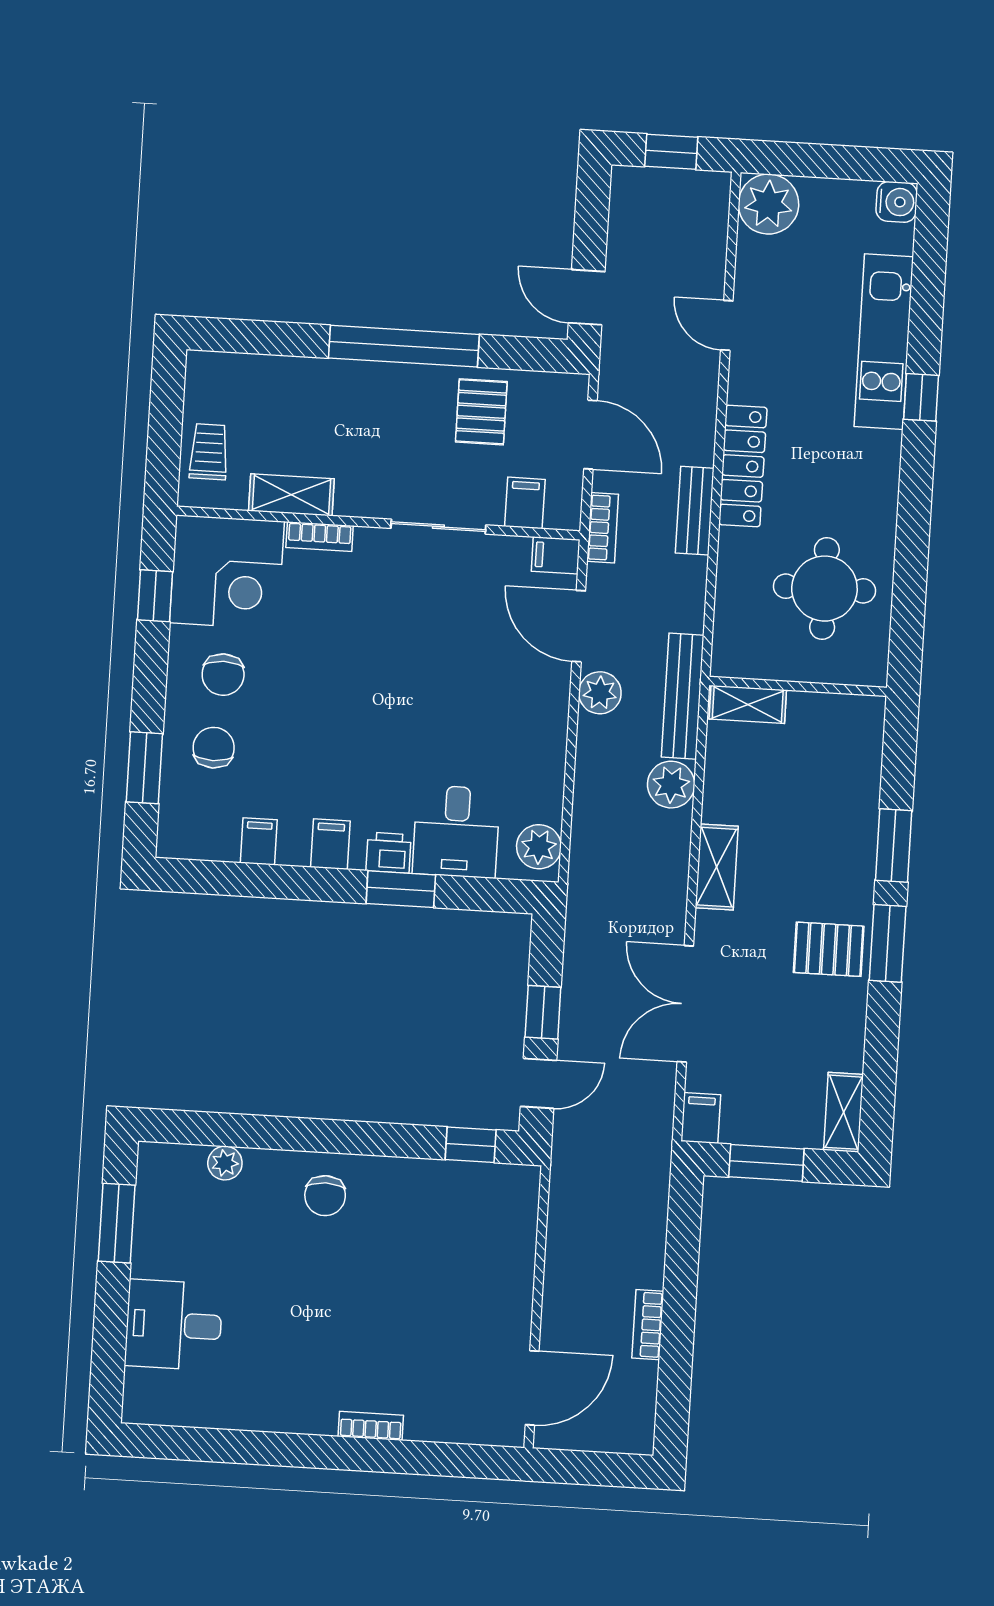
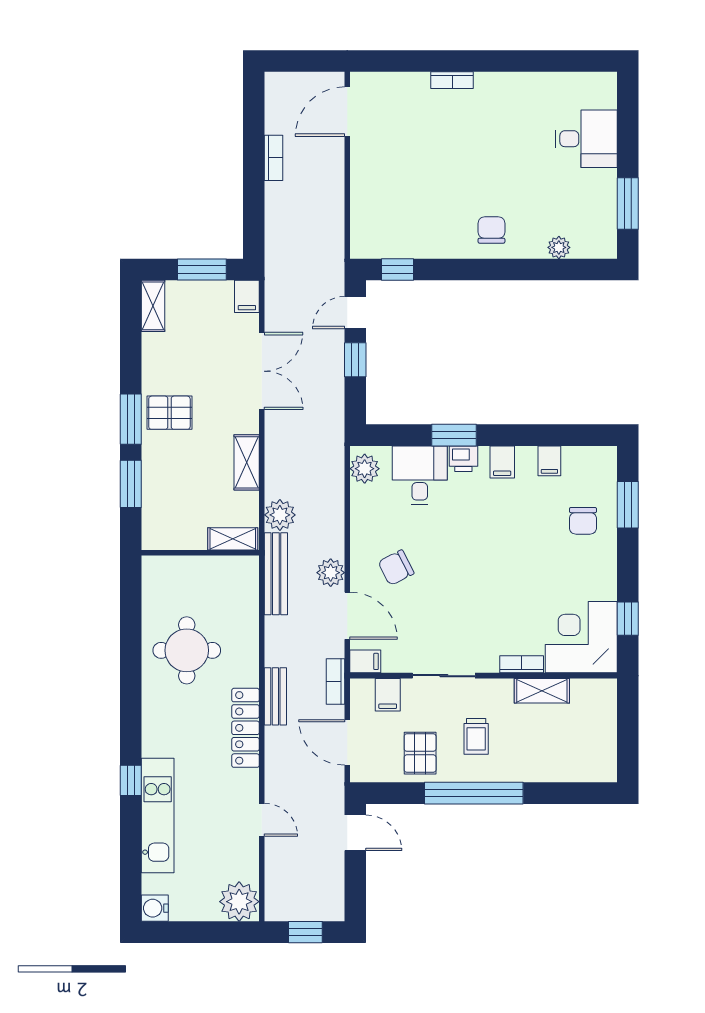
trolley: (209, 452) -> (476, 736), moved
chair: (223, 675) -> (396, 568), moved, turned -117
wall: (798, 686) -> (200, 553), moved
shelving: (748, 704) -> (233, 539), moved

